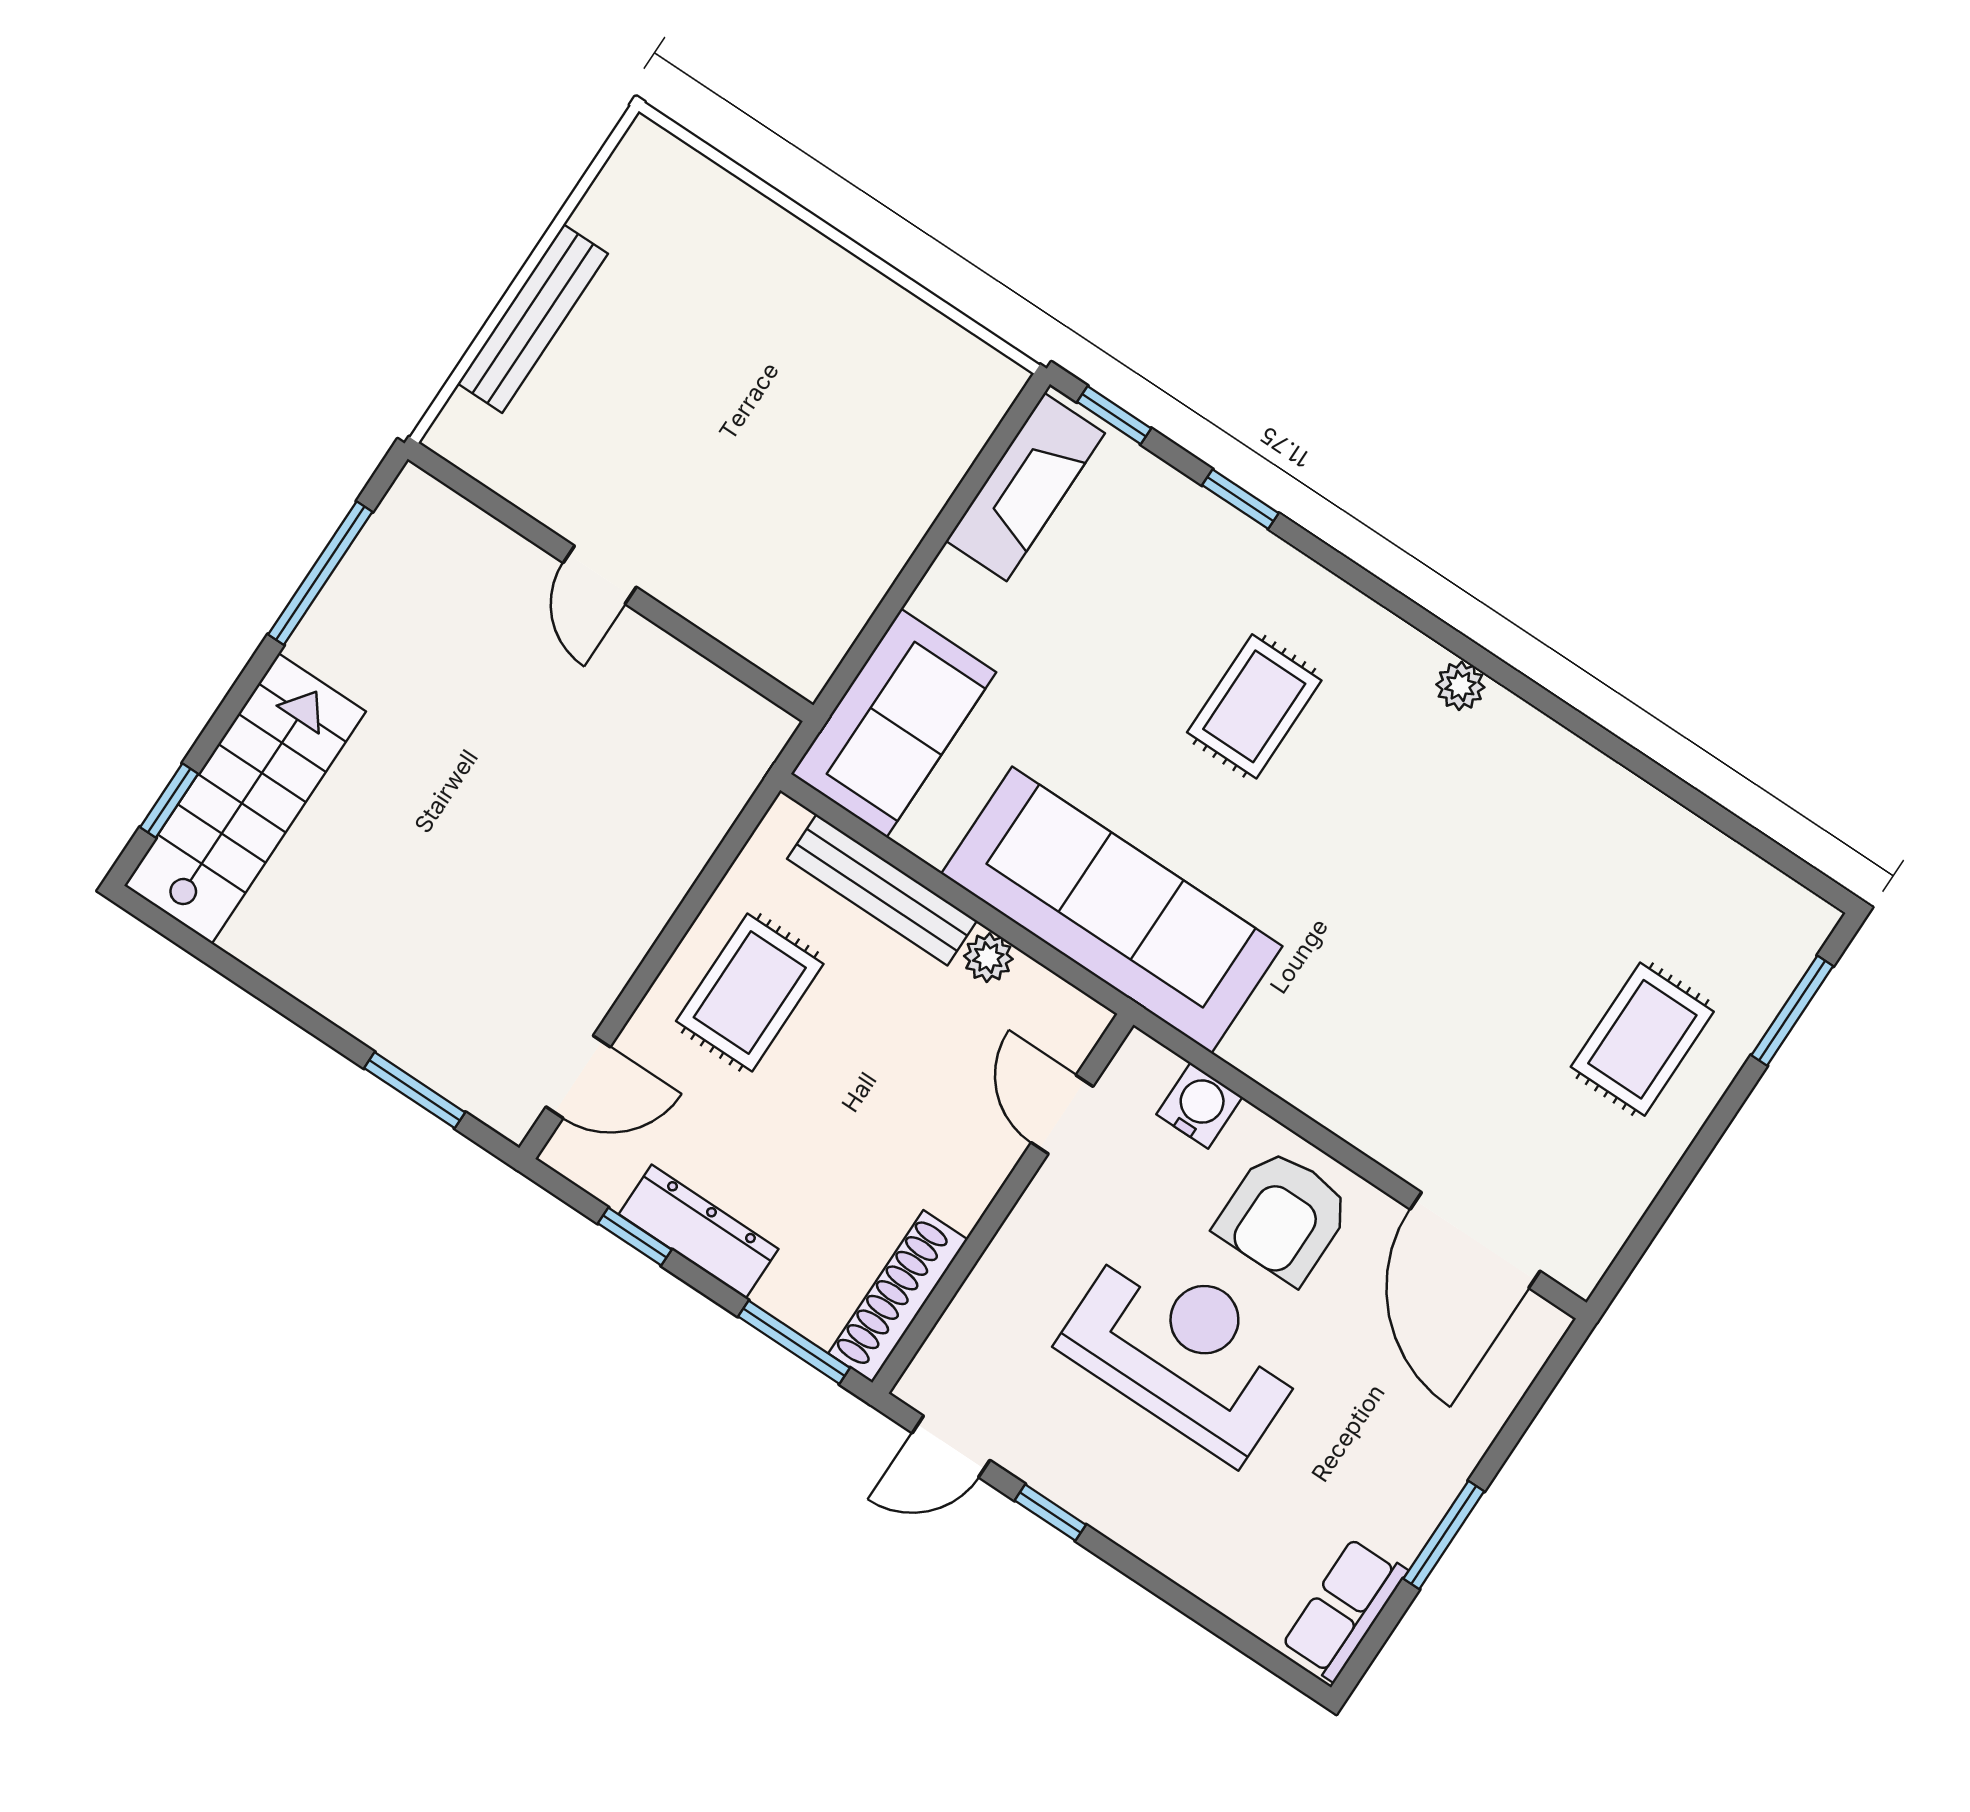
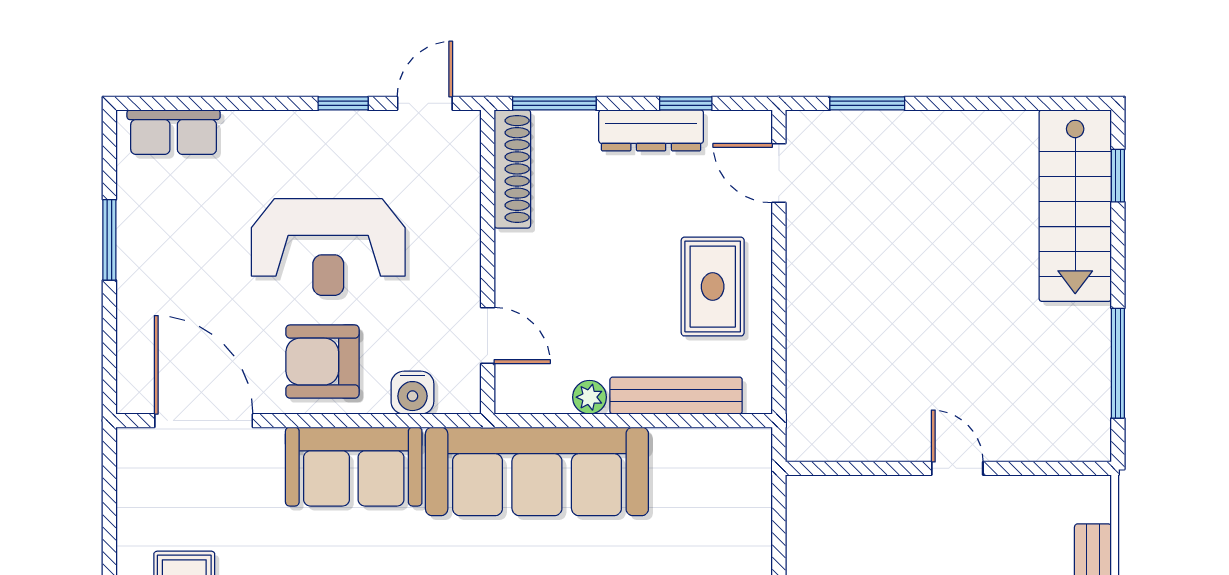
sofa: (894, 723) -> (354, 467), moved, turned -90
door: (578, 1077) -> (779, 173), hinge flipped
armchair: (1283, 1216) -> (322, 362), turned -90
row of seats: (1344, 1609) -> (174, 132), moved, turned 90

